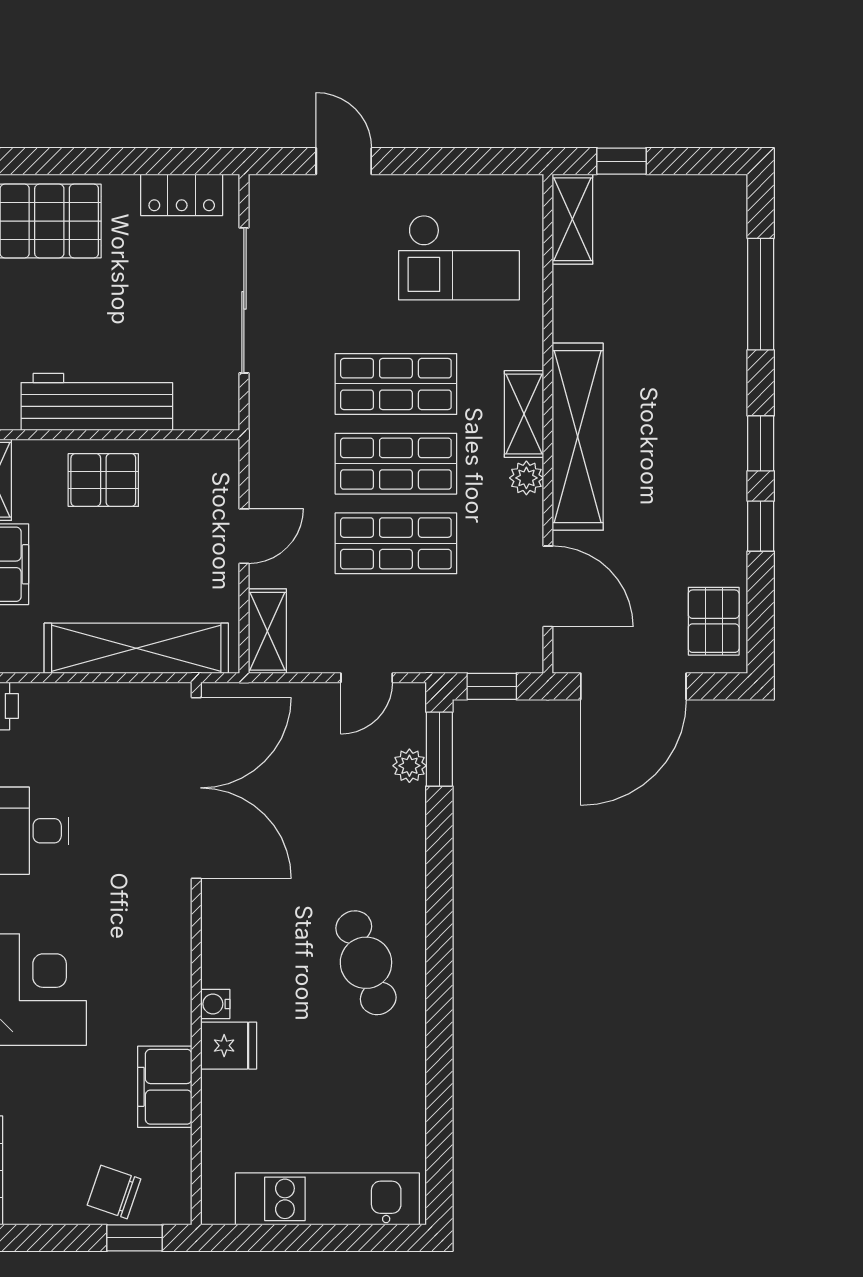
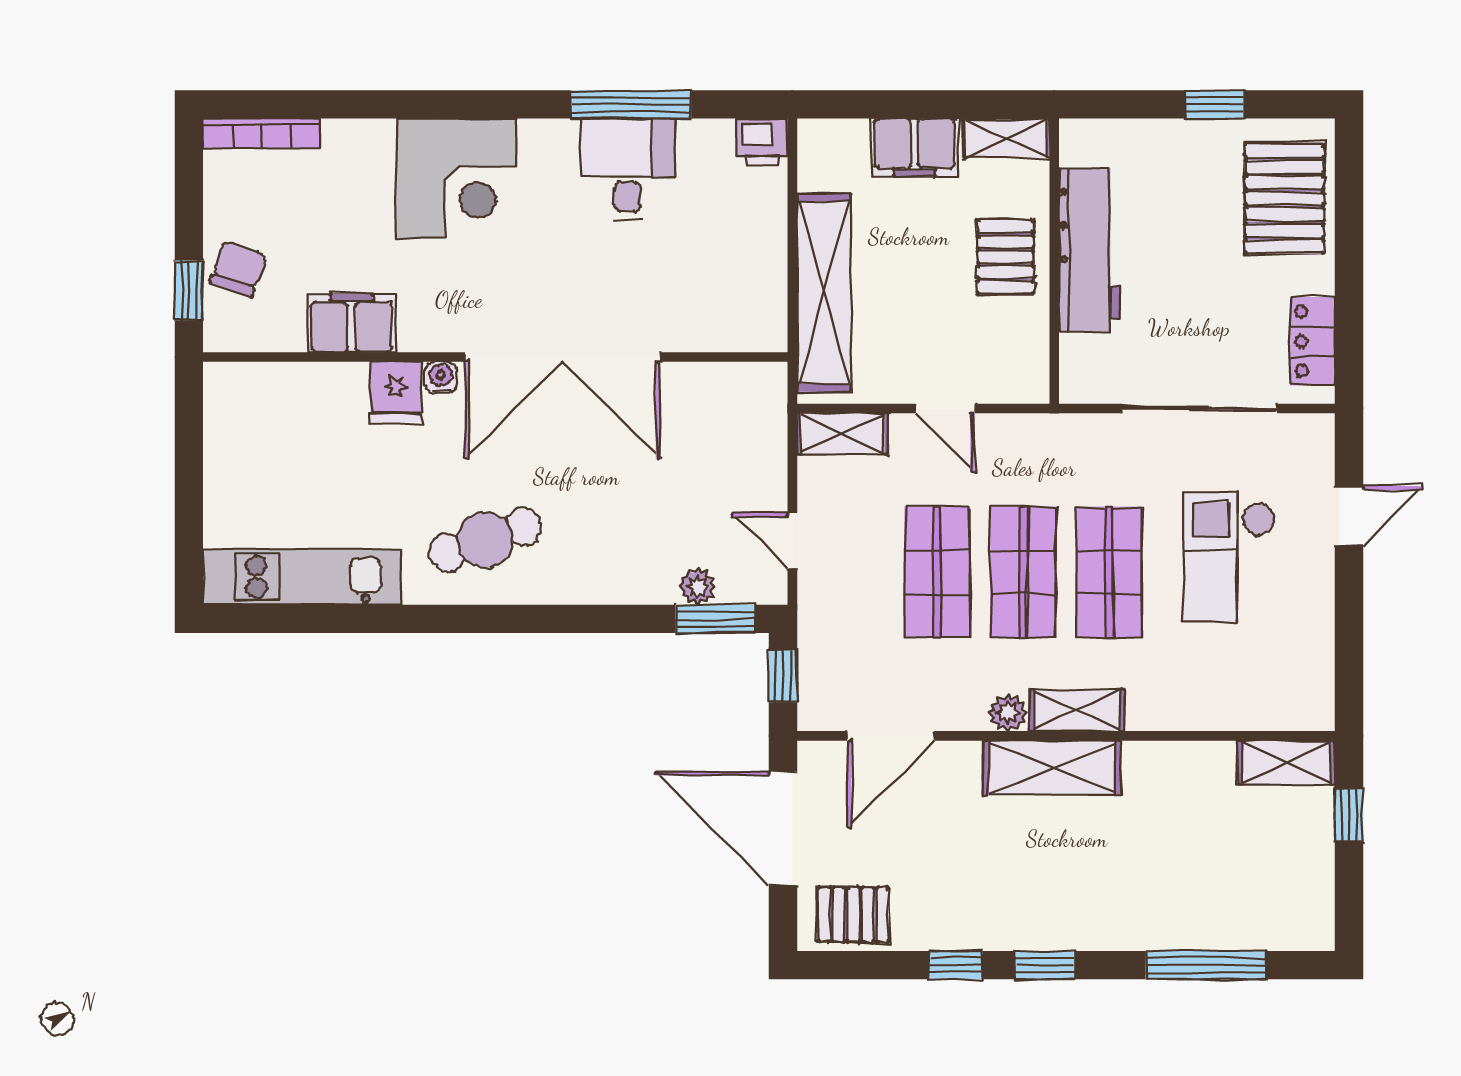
checkout: (459, 257) -> (1229, 557), moved
shelving: (578, 437) -> (1052, 768), width x0.68
double door: (196, 788) -> (562, 357), moved
kitchen unit: (327, 1199) -> (302, 577), moved, turned -90

